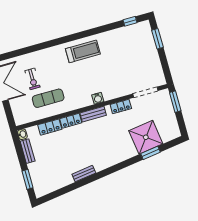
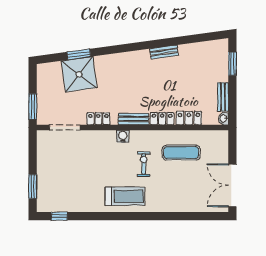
treadmill: (83, 51) -> (125, 196), turned 180
exercise bike: (32, 79) -> (144, 164), moved

